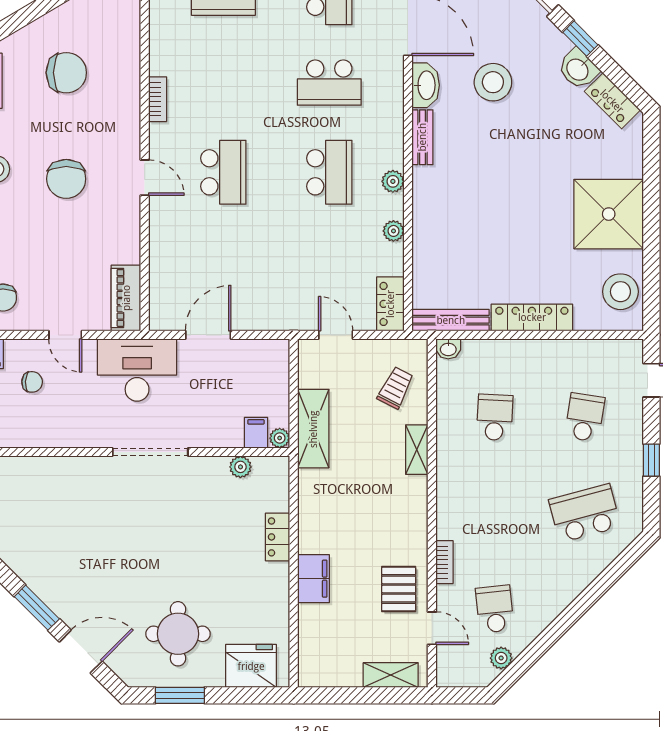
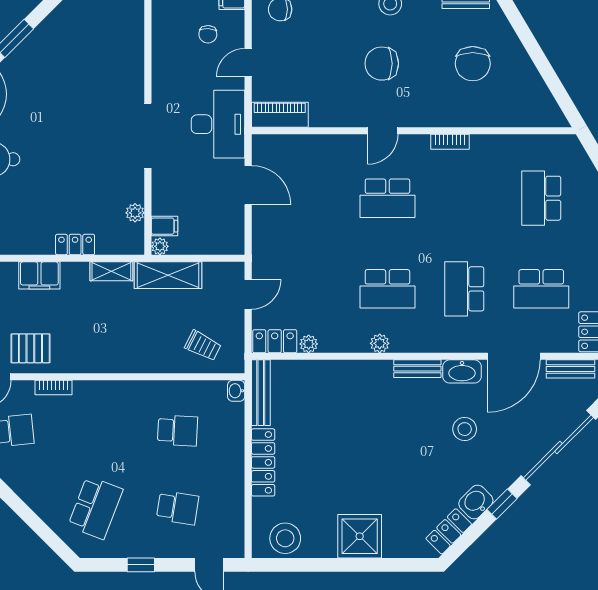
stool: (493, 82) -> (465, 429), width x0.73, depth x0.73
shower: (609, 214) -> (360, 536), width x0.73, depth x0.73
plant: (393, 231) -> (309, 344), moved
shelving: (417, 450) -> (111, 271), moved
school desk: (585, 513) -> (95, 508), turned 36

